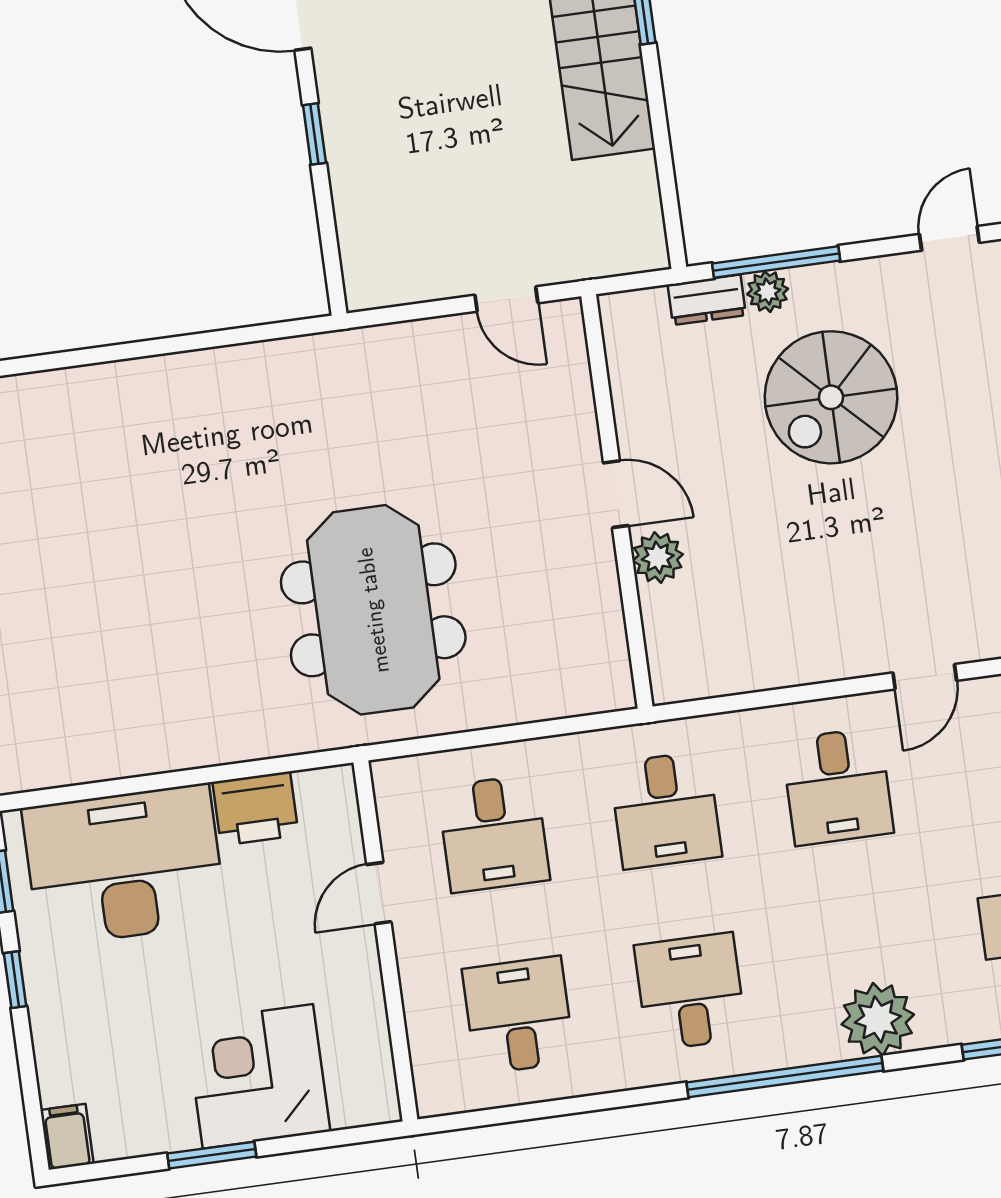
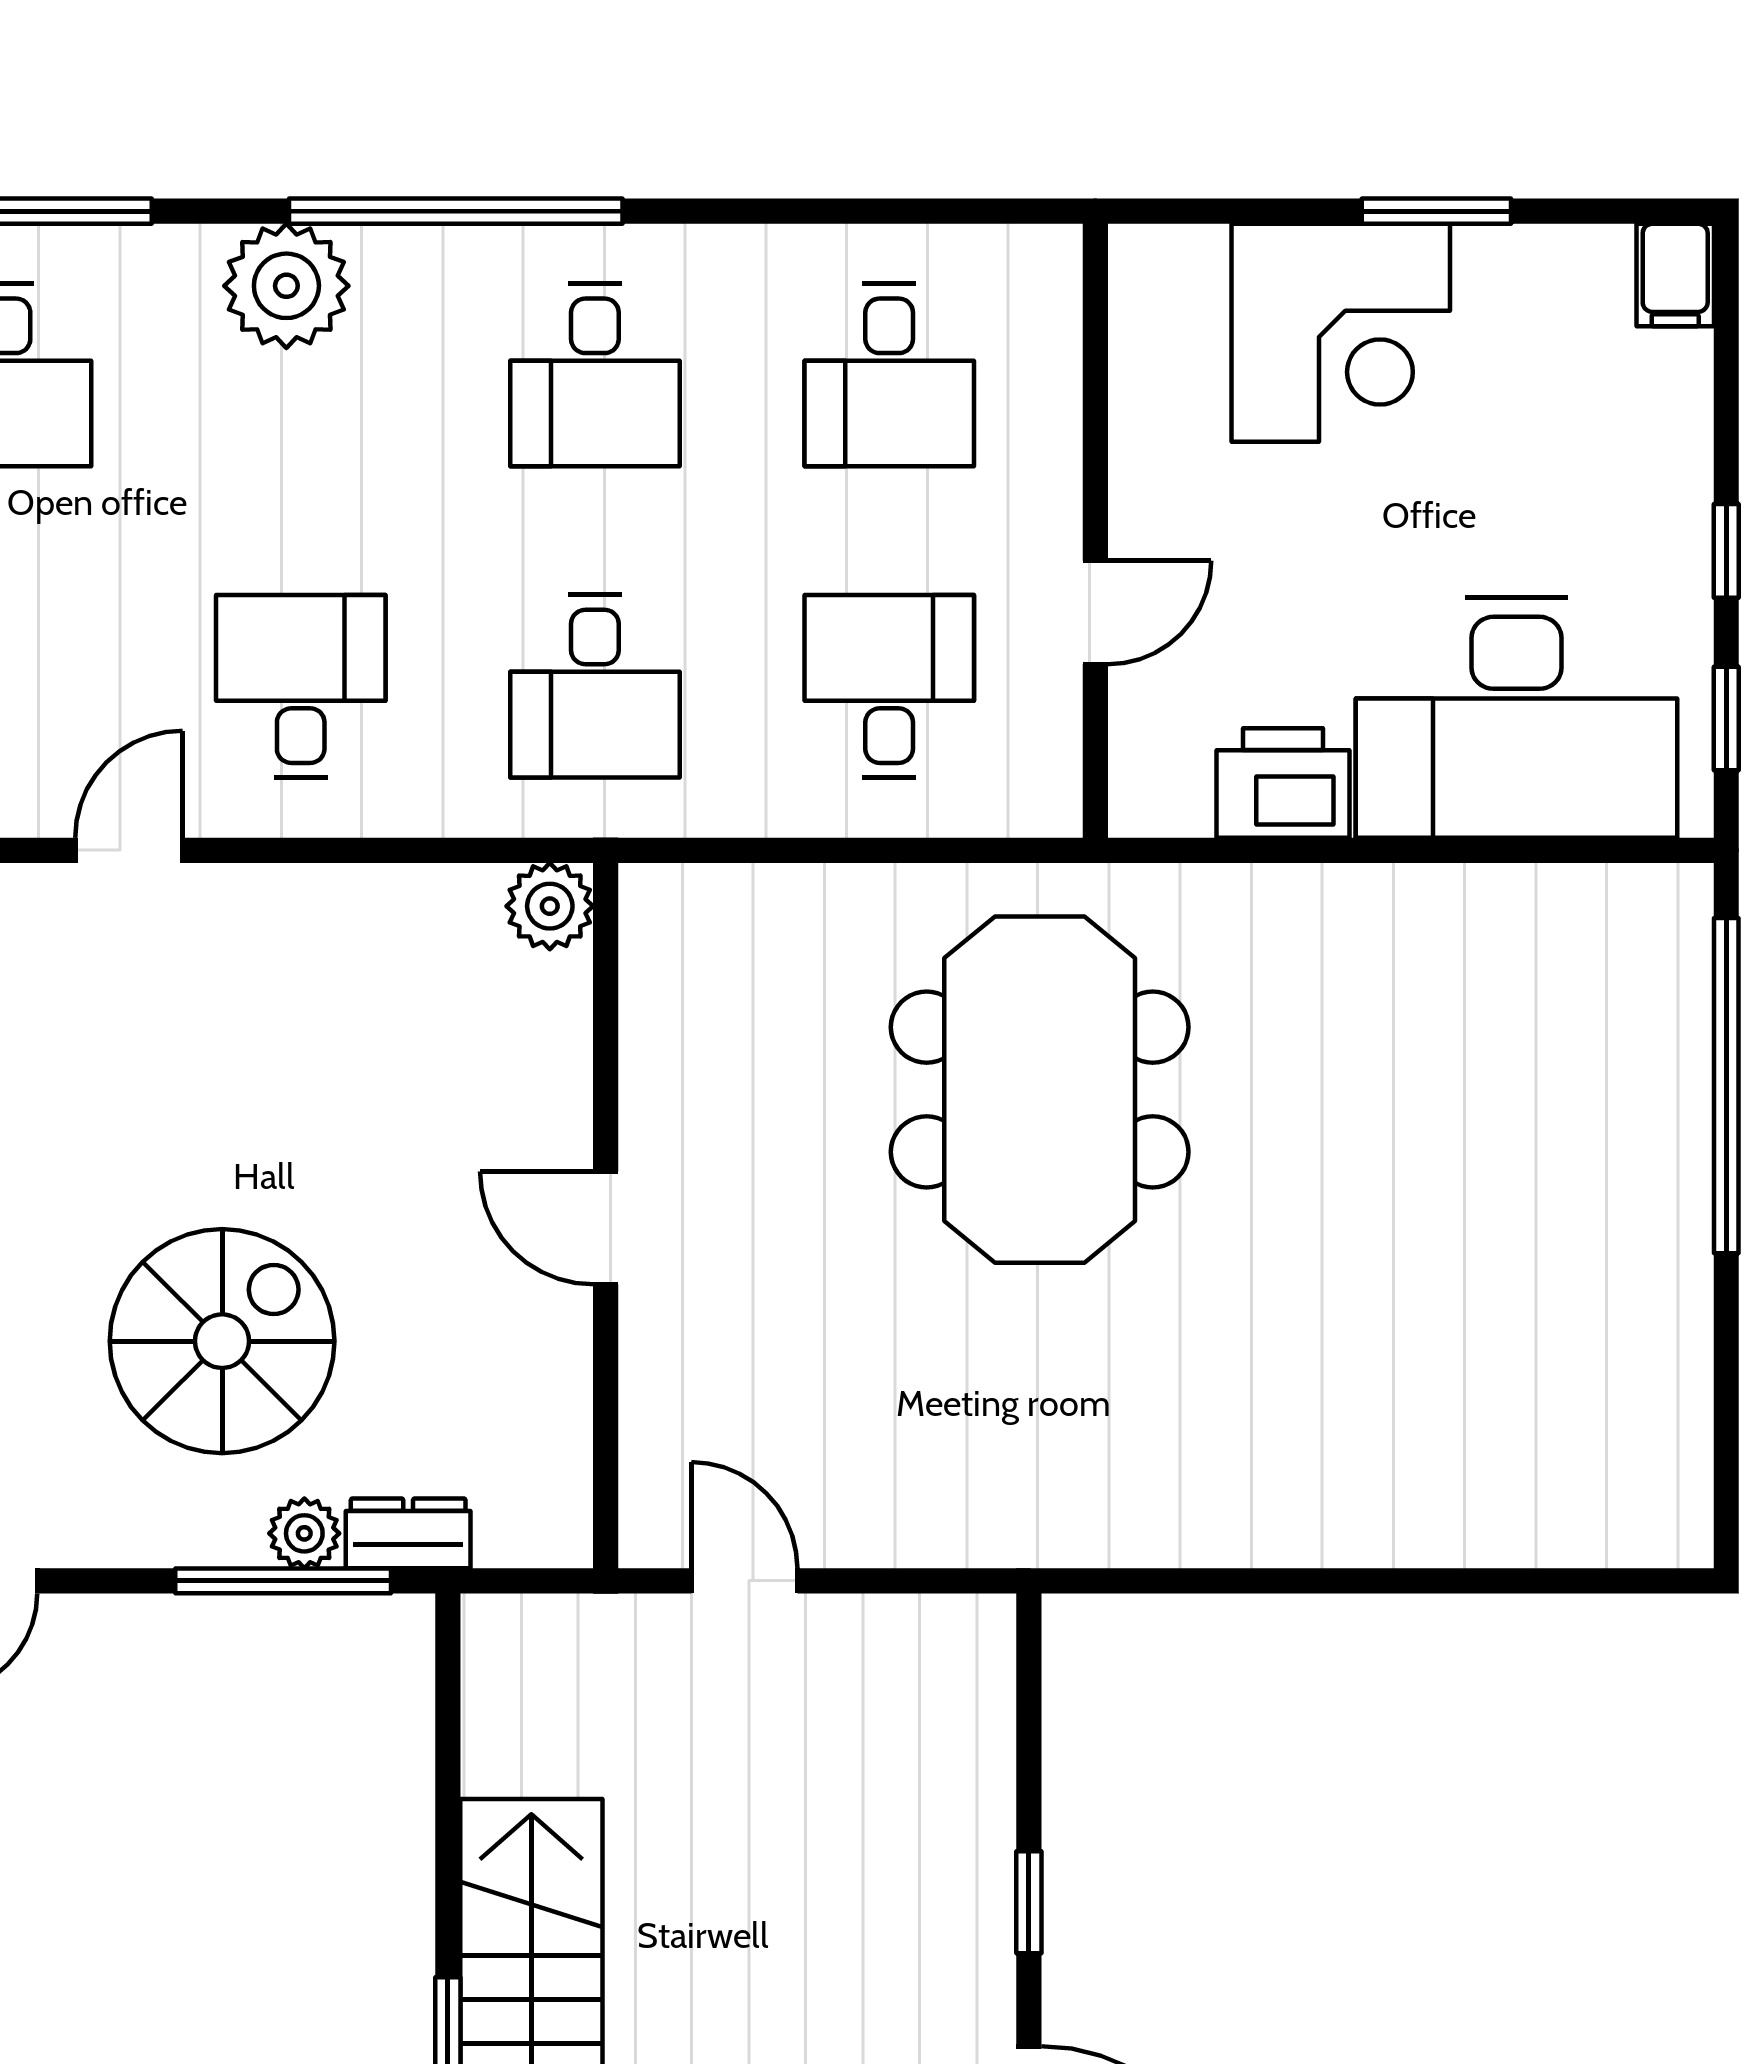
plant: (658, 557) -> (550, 906), moved
desk: (665, 810) -> (595, 686), turned 180

